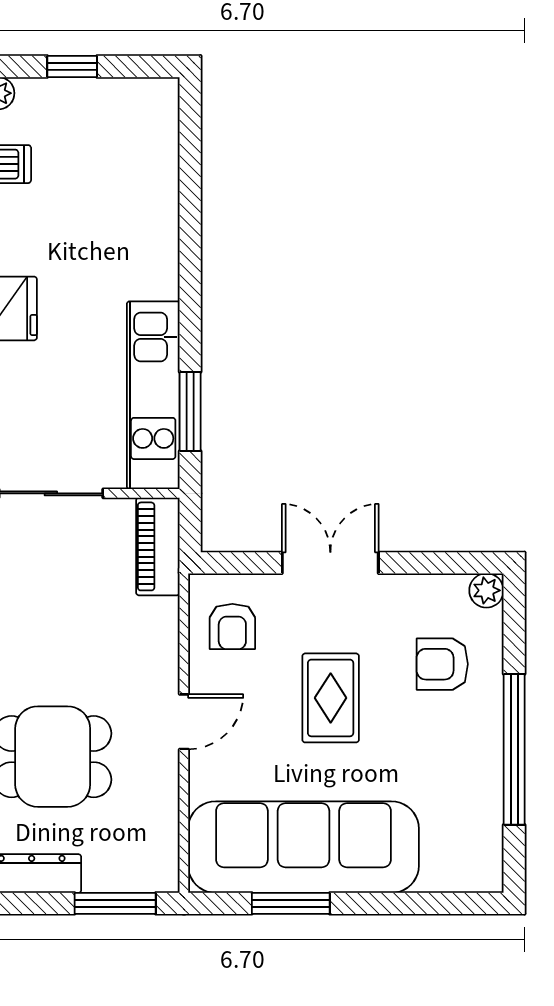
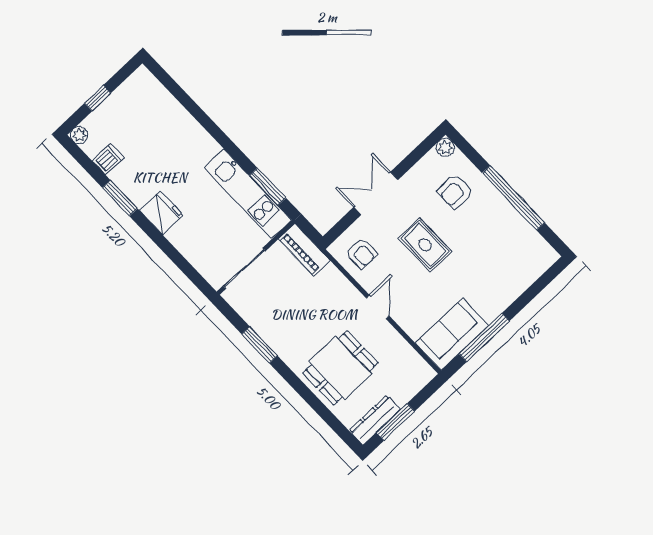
sofa: (304, 847) -> (452, 334), width x0.54, depth x0.79
window: (115, 903) -> (395, 422), moved
window: (291, 903) -> (484, 337), width x1.44

